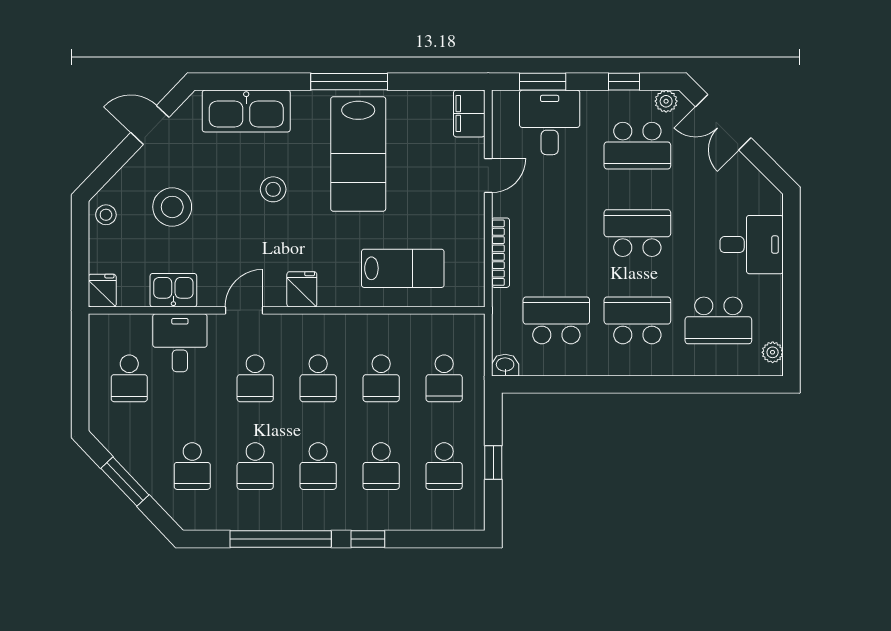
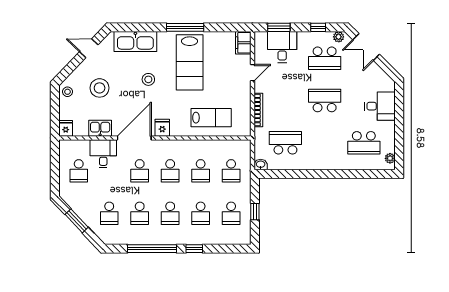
door: (244, 310) -> (134, 138), width x1.88
school desk: (637, 320) -> (325, 143), removed

